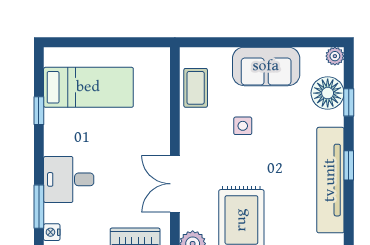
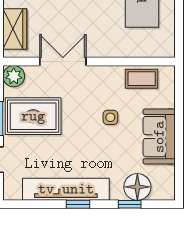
plant: (335, 56) -> (168, 193), removed

